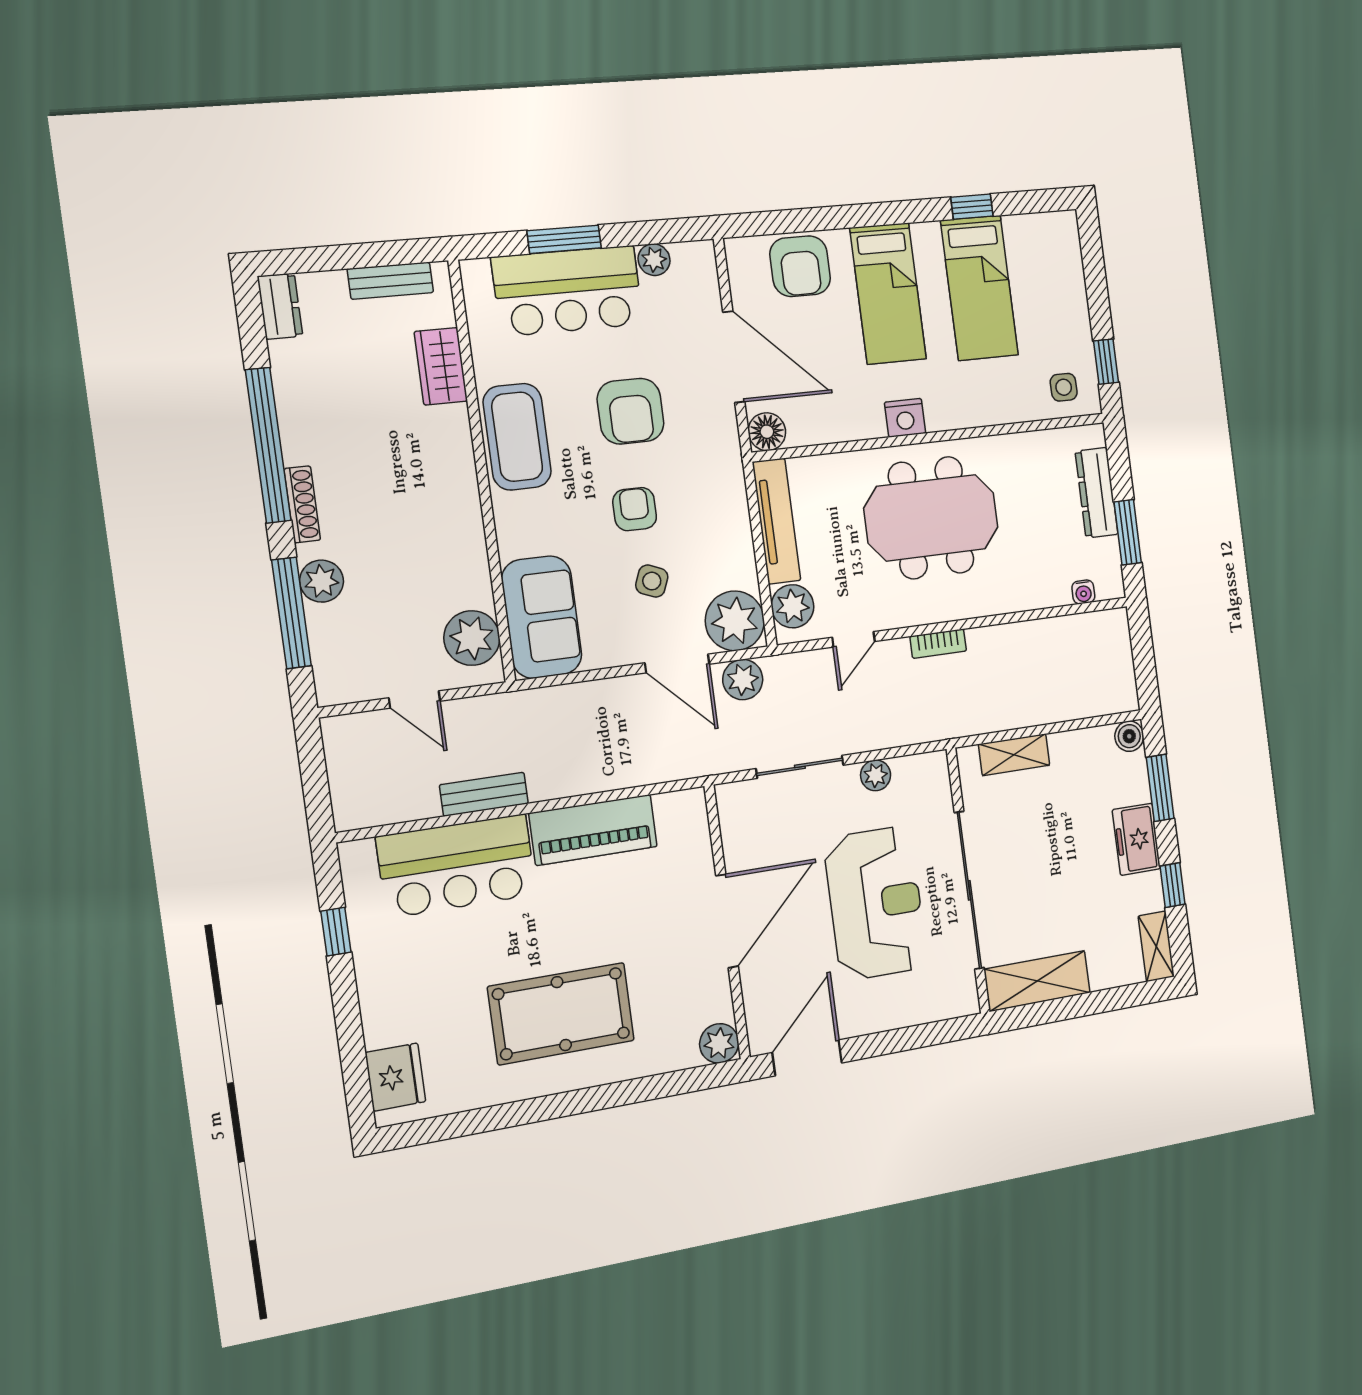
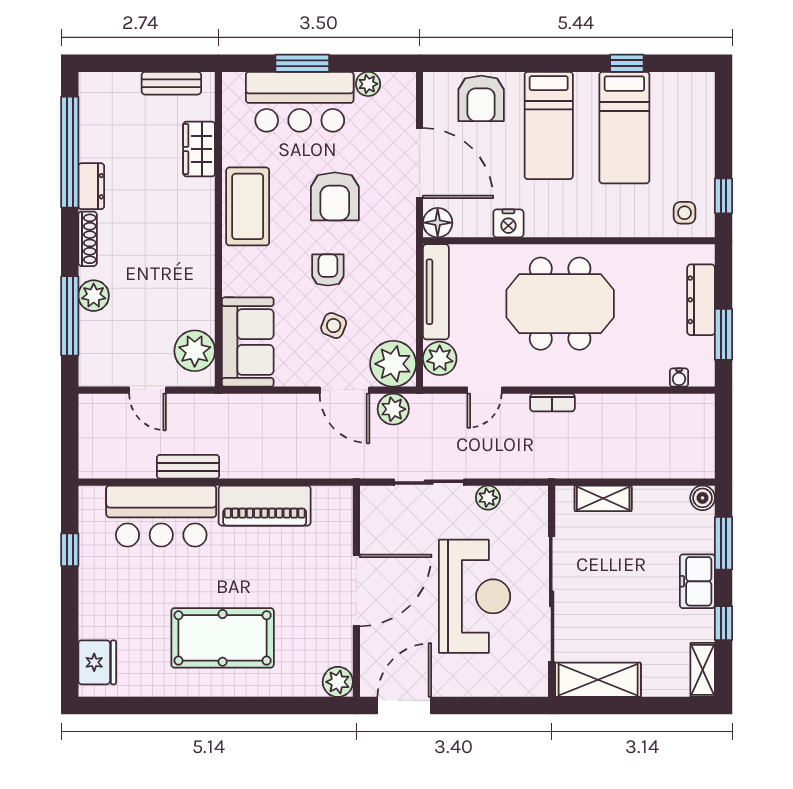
dresser: (280, 306) -> (91, 186), moved
nightstand: (905, 418) -> (508, 223), moved
window: (268, 445) -> (70, 152), moved

